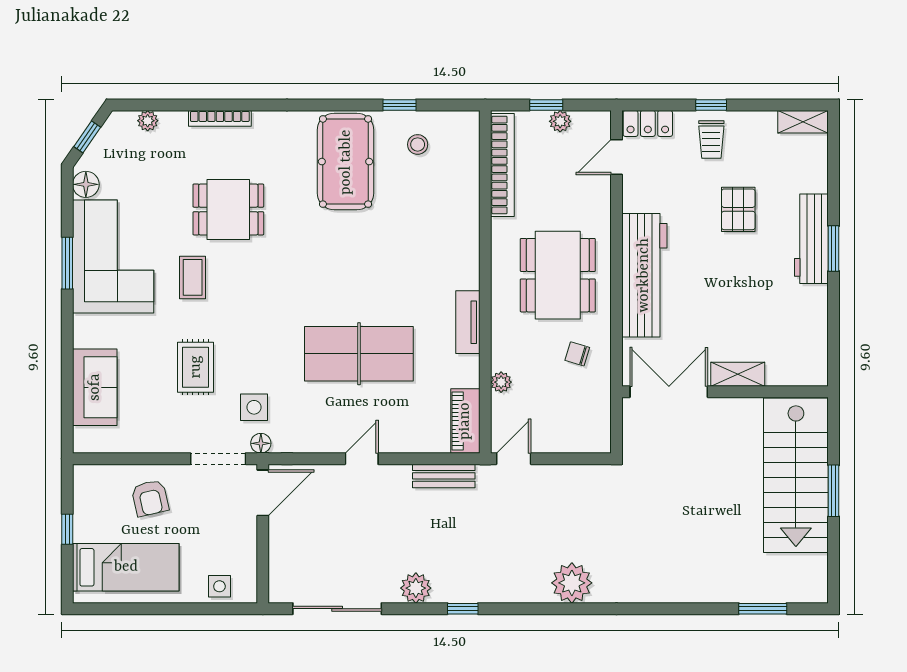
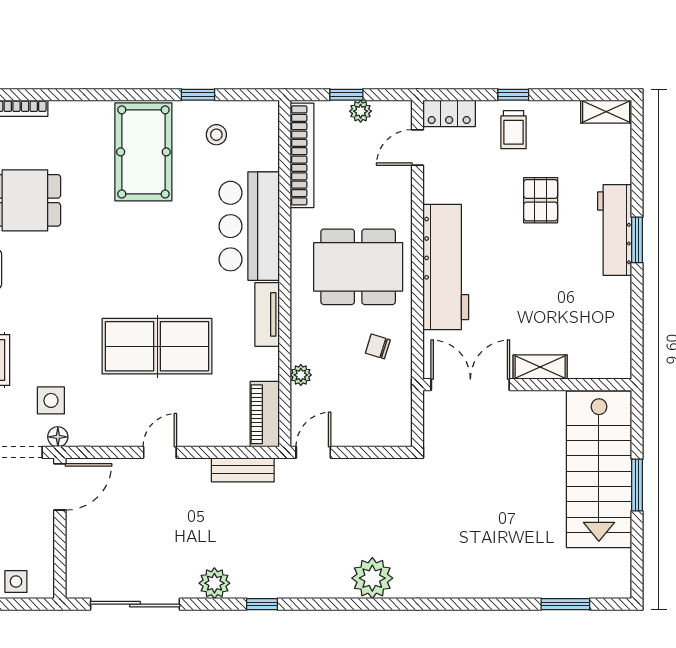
bar counter: (450, 235) -> (249, 226), added
dining table: (558, 275) -> (358, 267), turned 90

